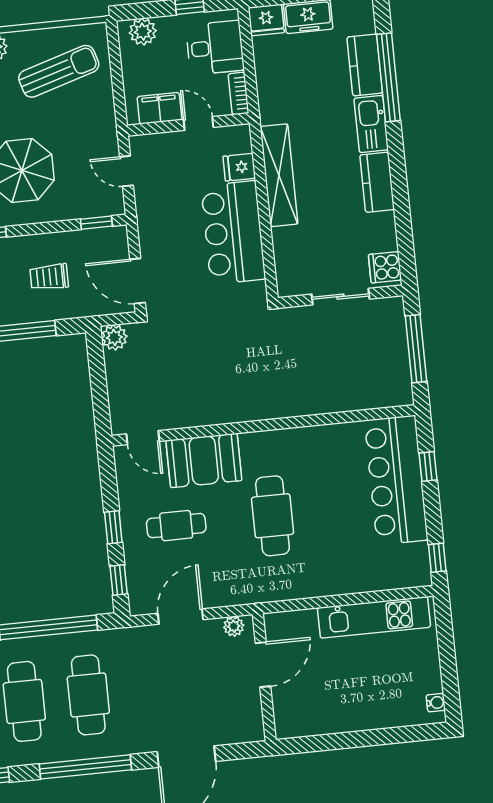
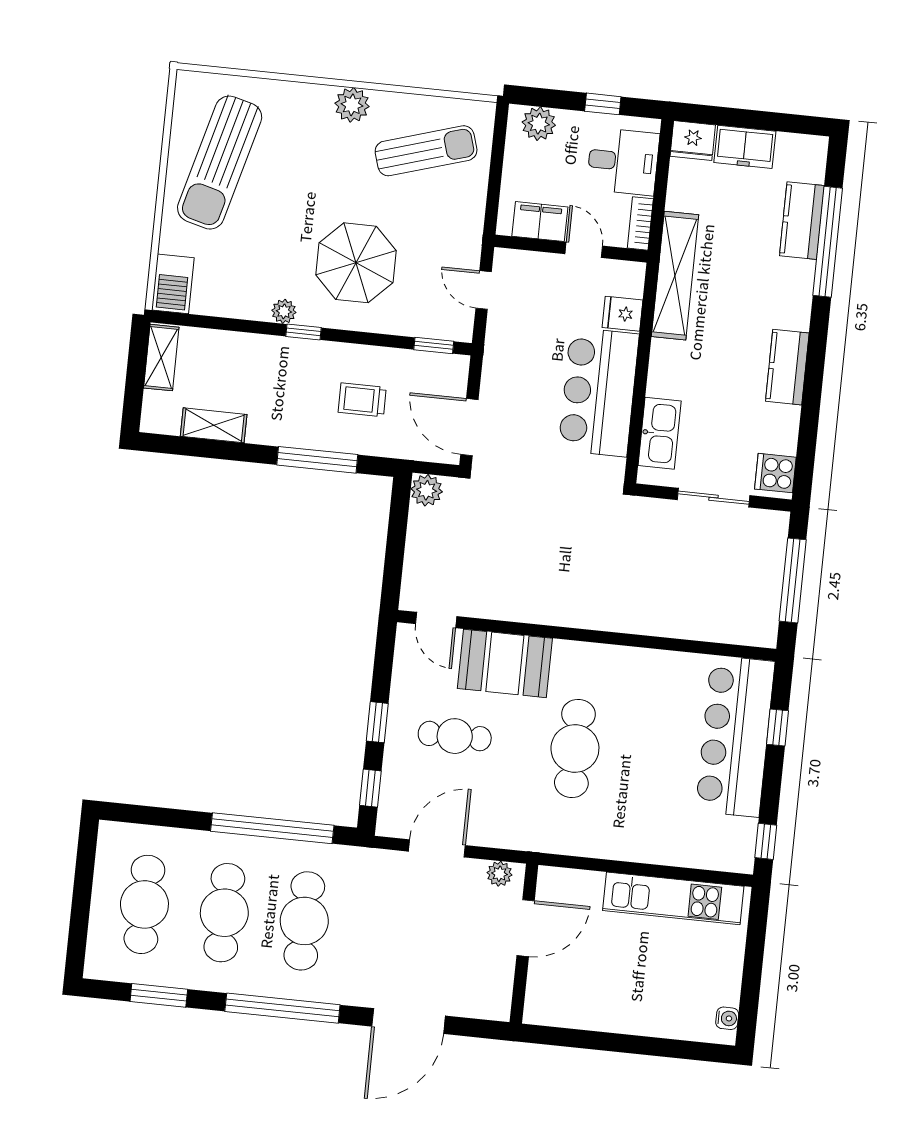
kitchen sink: (371, 124) -> (660, 433), moved, turned 180
shelving: (279, 175) -> (675, 276), moved

